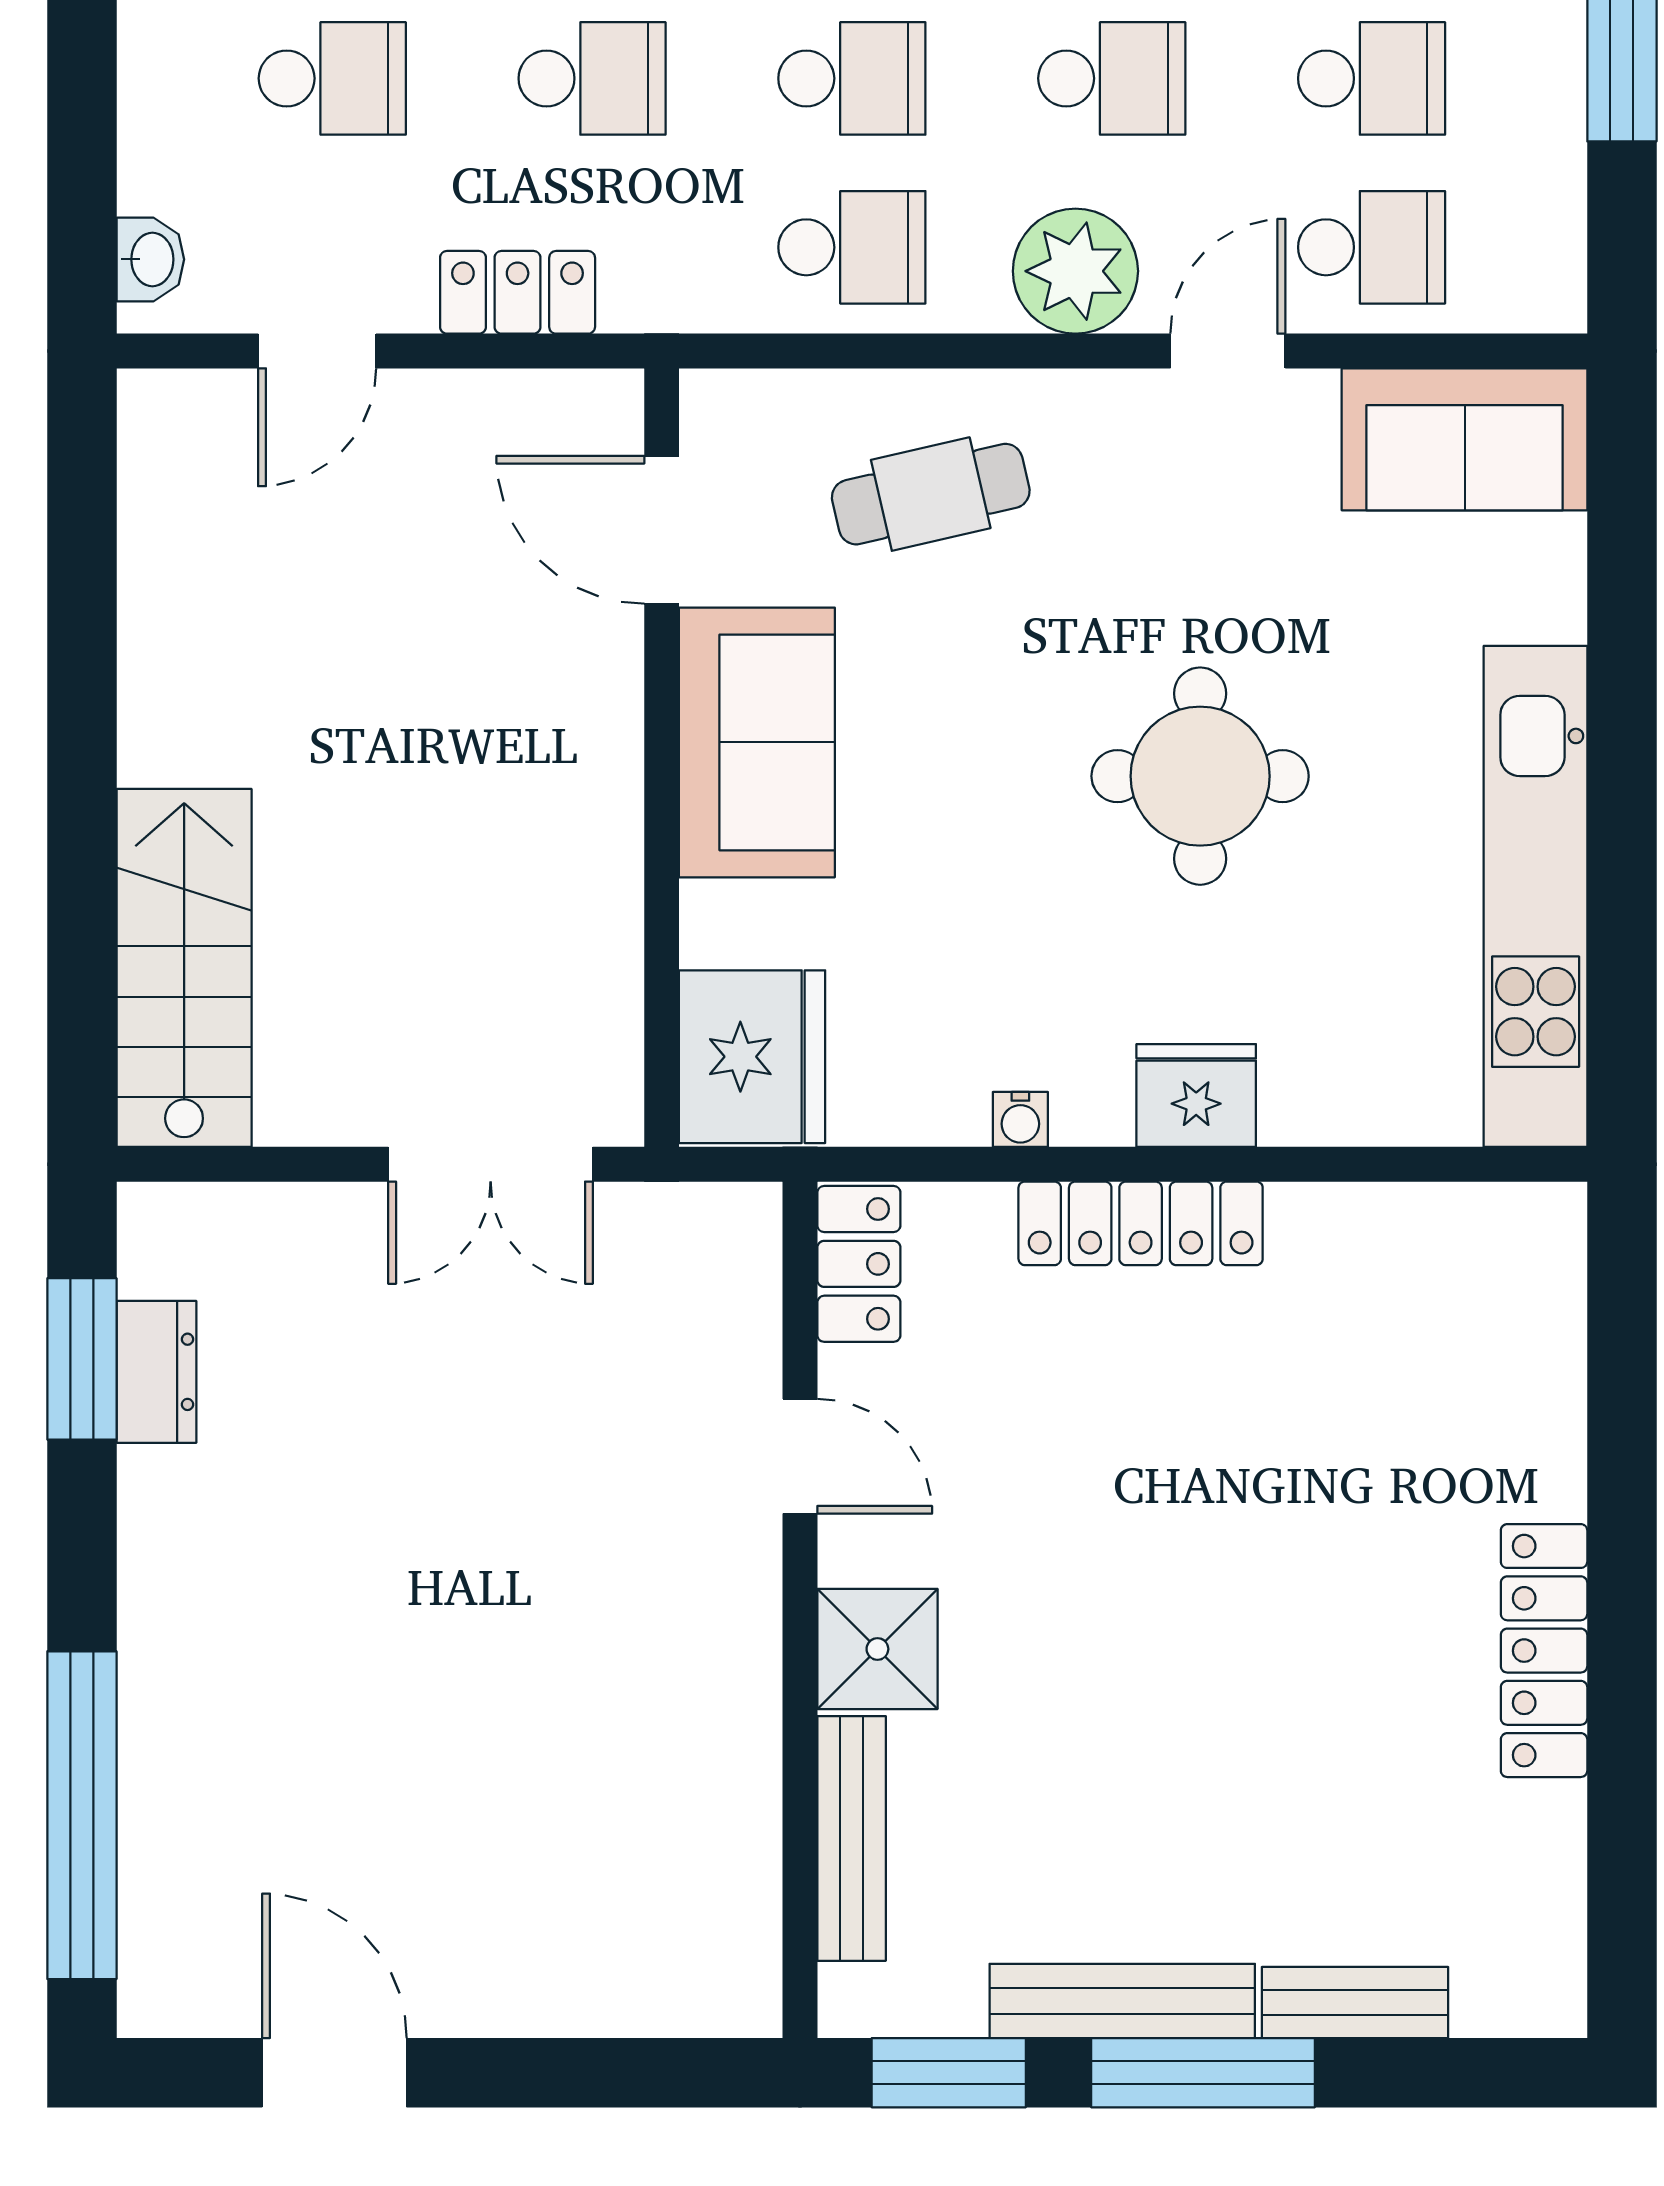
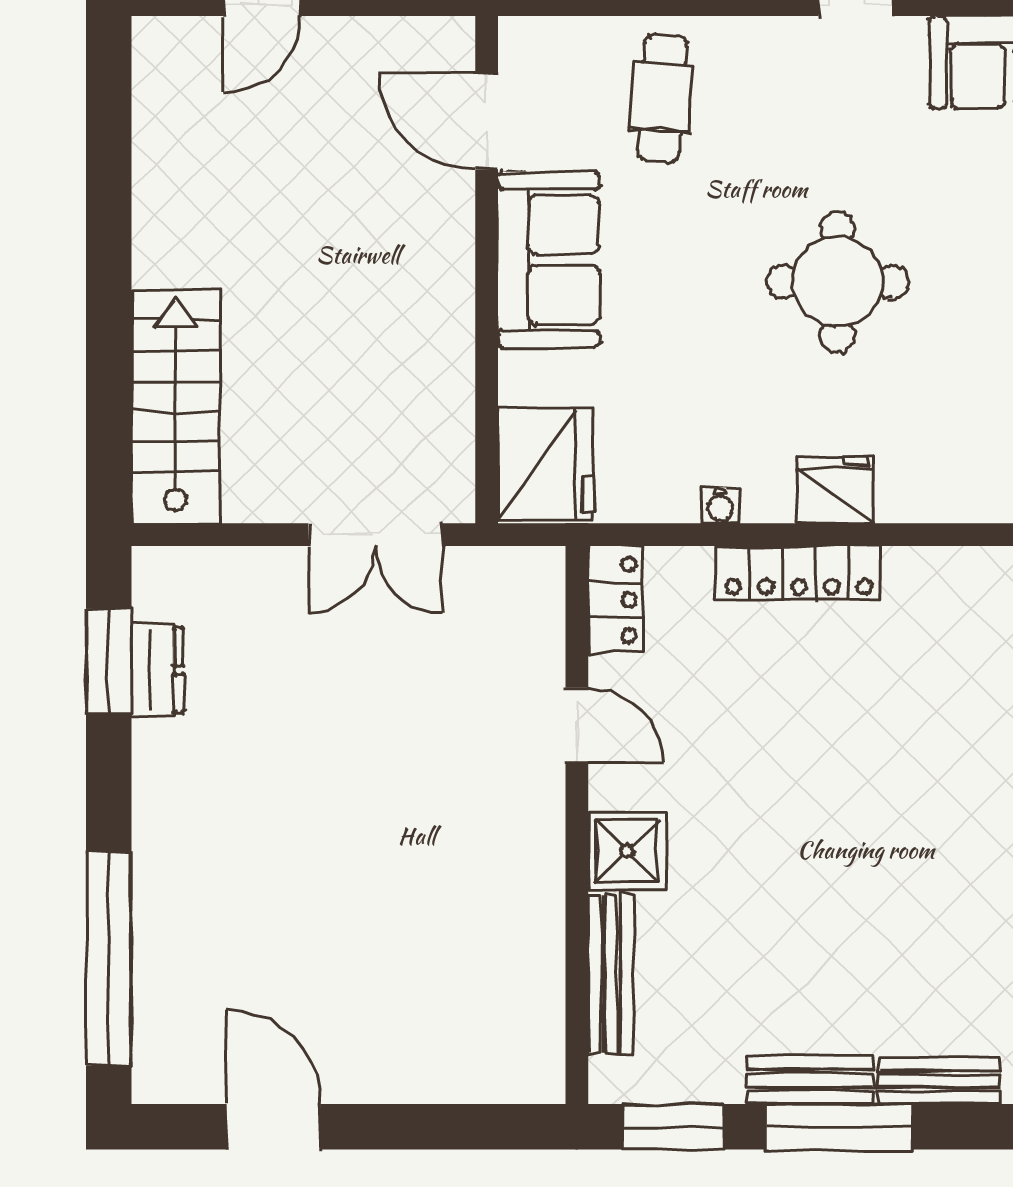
cafe table: (931, 494) -> (662, 98), turned -73
bench: (1122, 2001) -> (810, 1080), width x0.73

